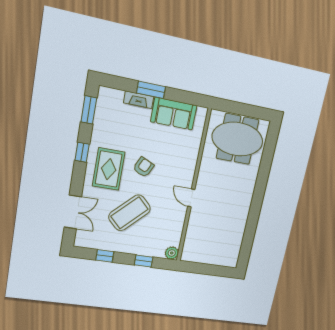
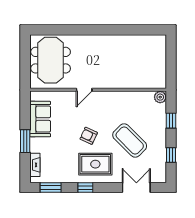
fireplace: (139, 100) -> (35, 165), moved
door: (191, 198) -> (84, 90), moved

